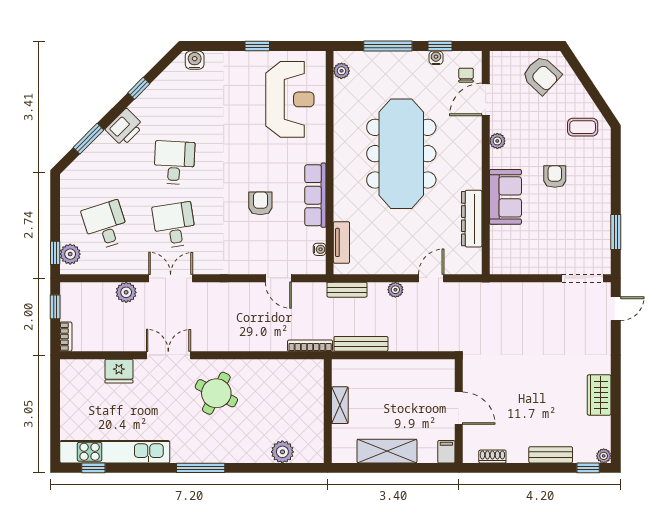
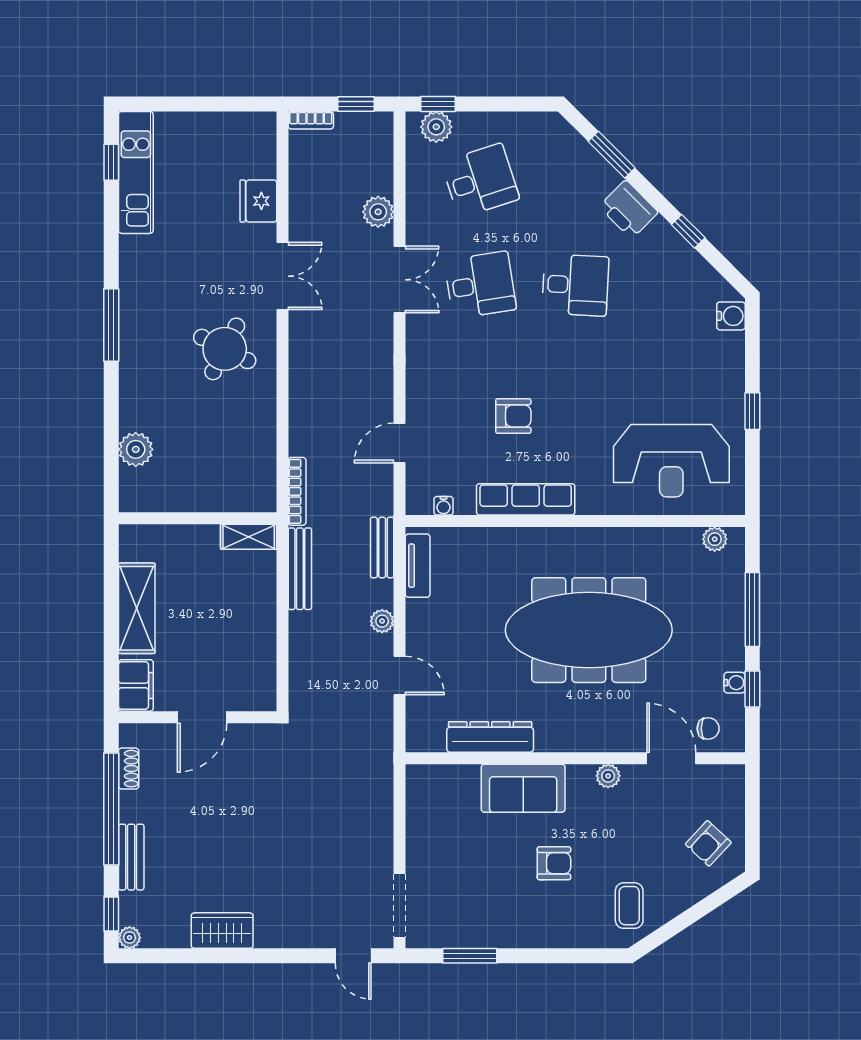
armchair: (542, 75) -> (708, 843), width x0.72, depth x0.72
tv unit: (341, 242) -> (418, 566), moved, turned -90
shelving: (340, 405) -> (249, 537), moved
kitchen unit: (115, 452) -> (136, 172), width x0.73
filing cabinet: (446, 452) -> (136, 685), width x2.00
window: (519, 468) -> (111, 809), added

